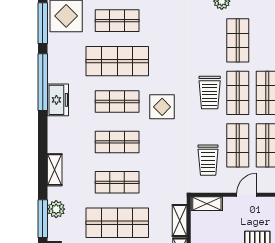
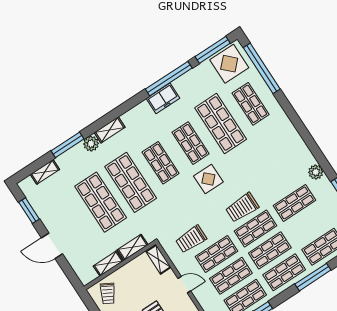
shop shelf: (117, 182) -> (131, 182), width x1.43, depth x1.36
plant: (56, 209) -> (91, 144), moved

